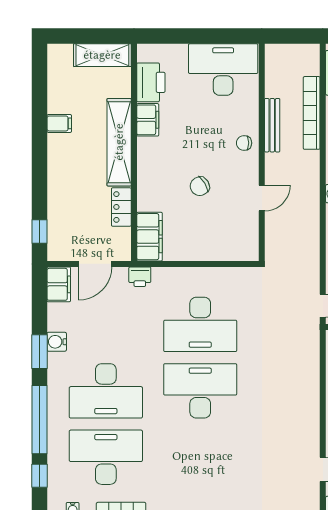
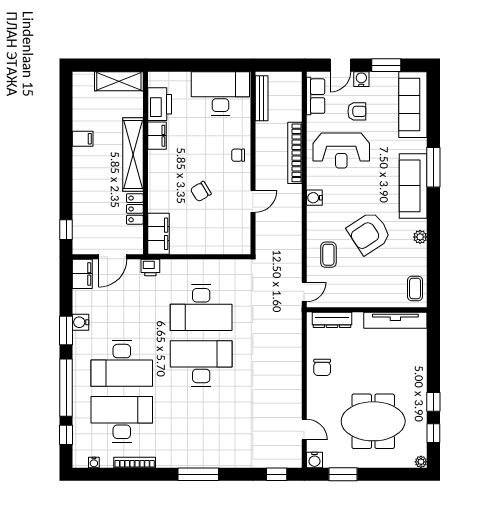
bookcase: (312, 113) -> (295, 153), moved
bench: (272, 125) -> (262, 98), moved

